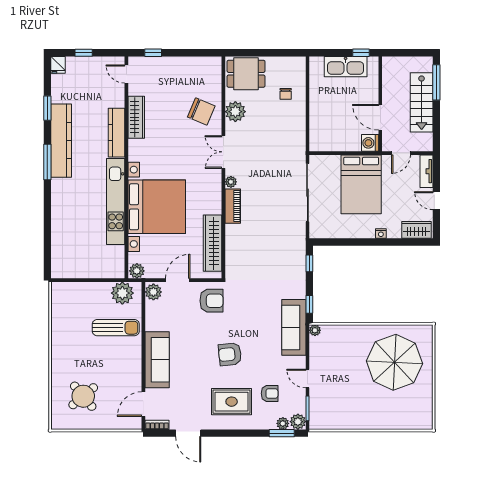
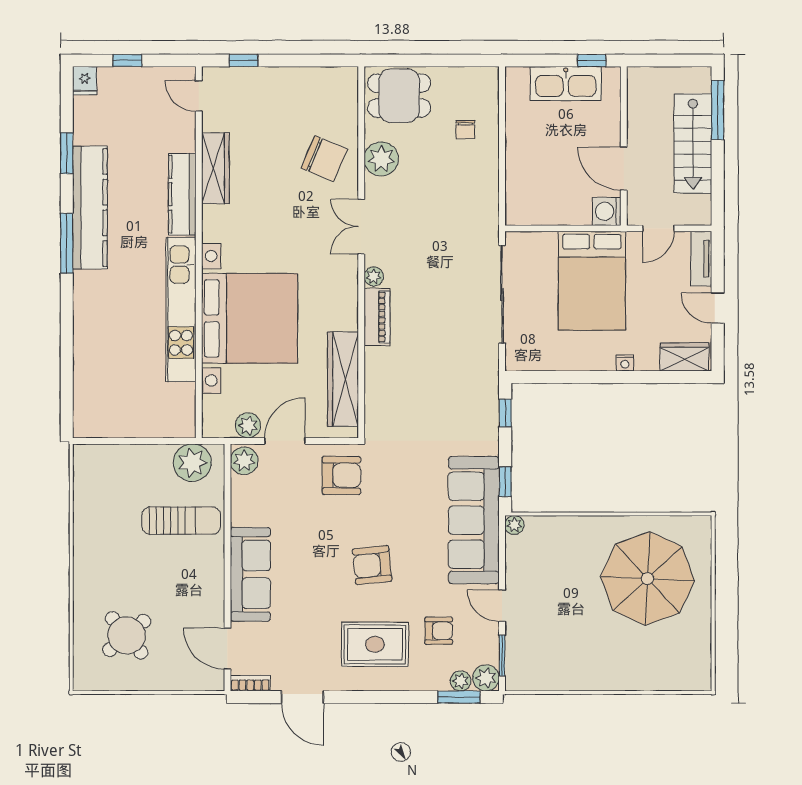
plant: (137, 271) -> (248, 425), moved
sofa: (294, 327) -> (474, 520), width x1.36, depth x1.27
door: (143, 404) -> (227, 649), hinge flipped

